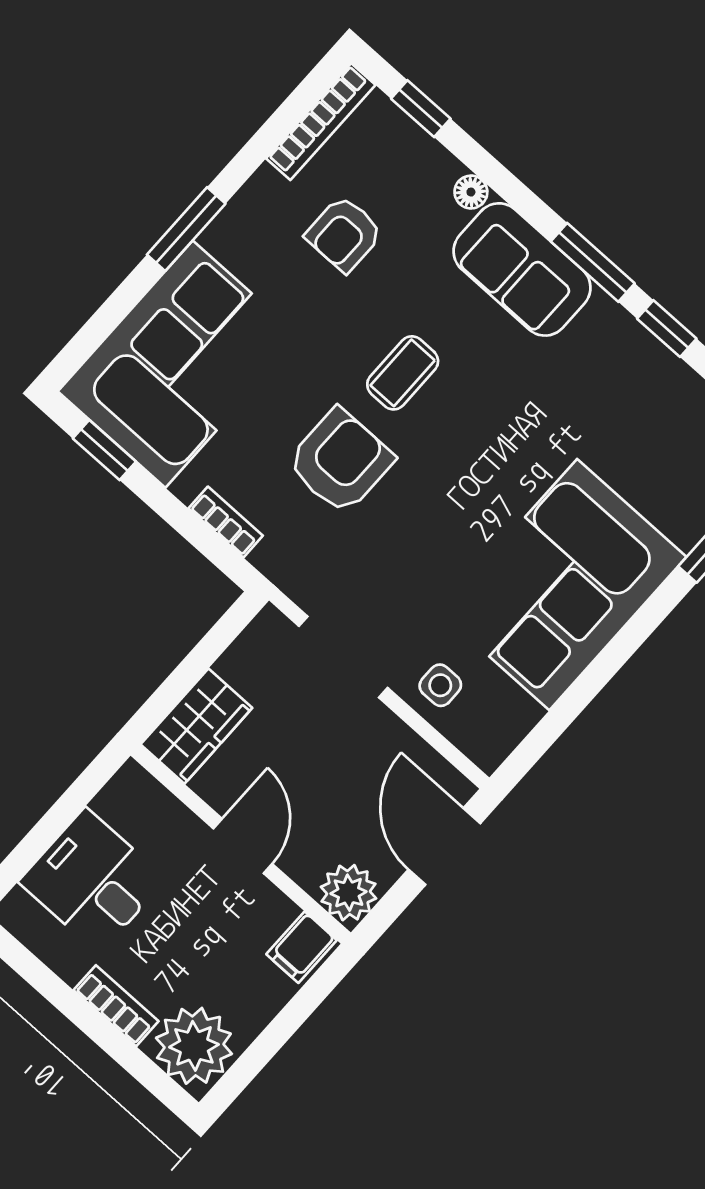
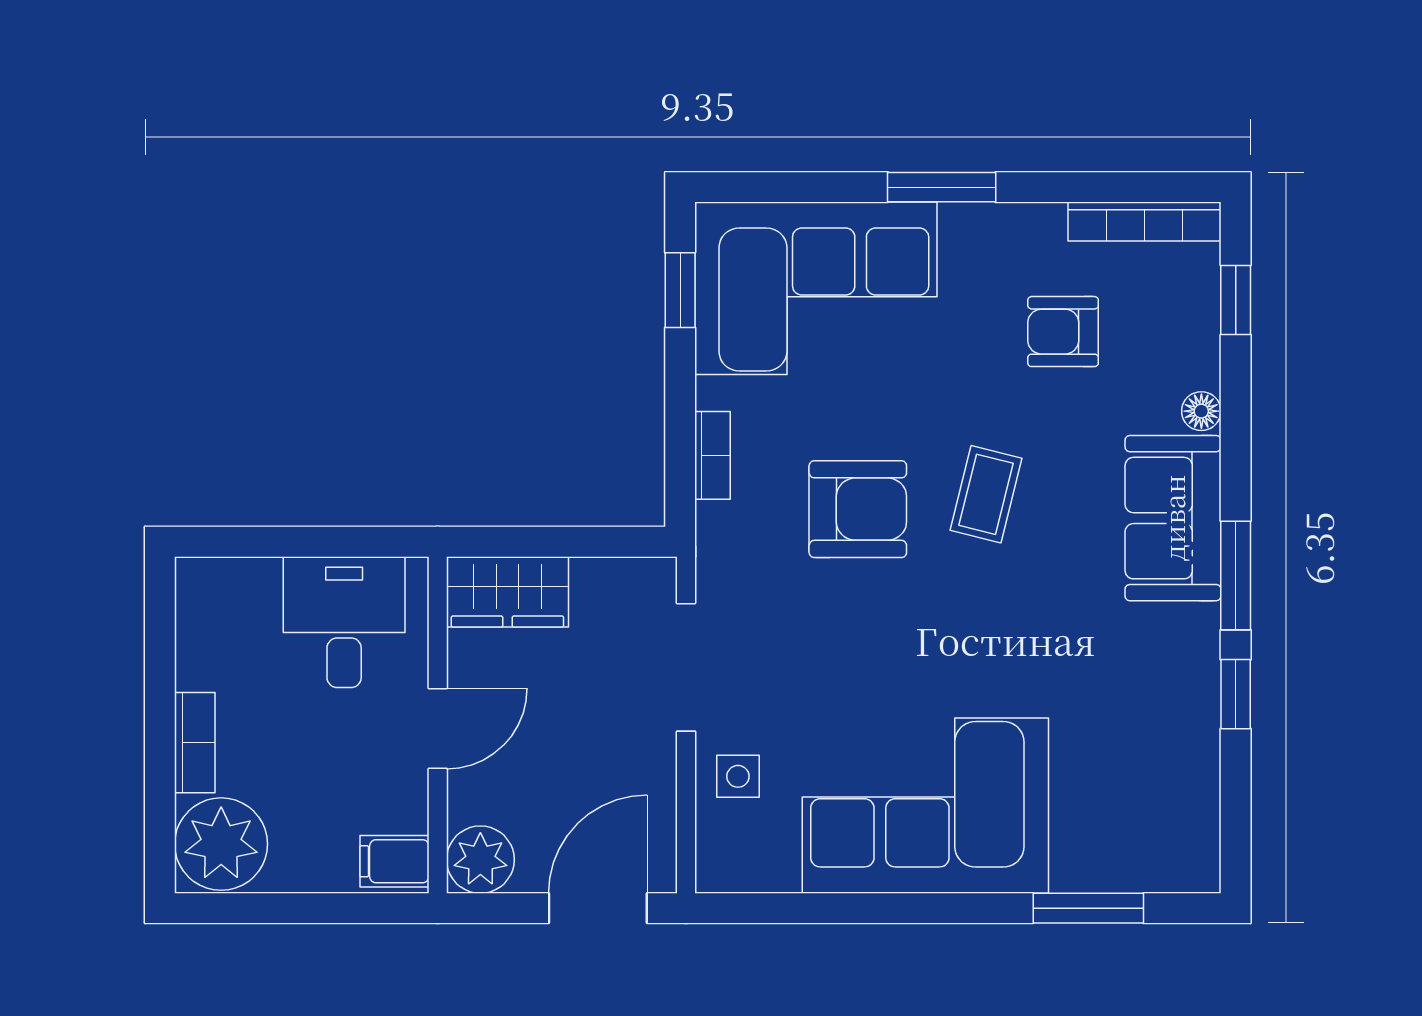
coffee table: (403, 373) -> (986, 494), turned -76
desk: (92, 881) -> (344, 622), moved

